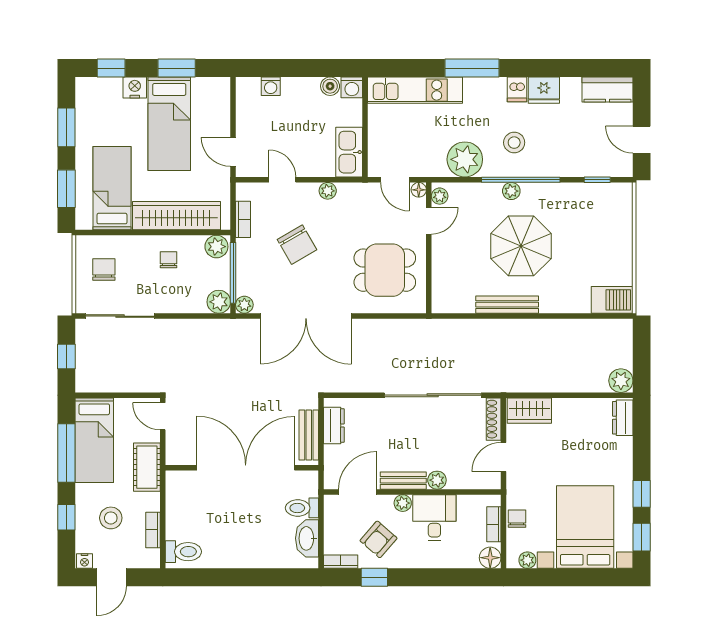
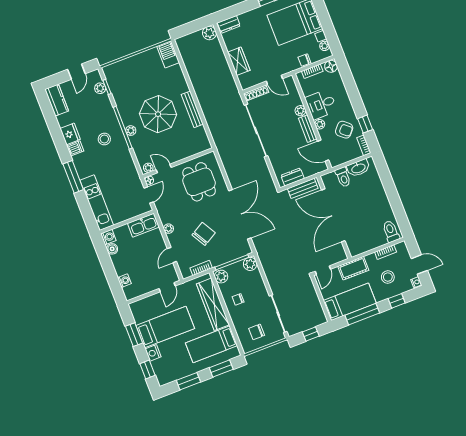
plant: (465, 159) -> (100, 88), moved, width x0.53, depth x0.53
plant: (244, 305) -> (246, 250), removed
wardrobe: (529, 411) -> (239, 61), moved

